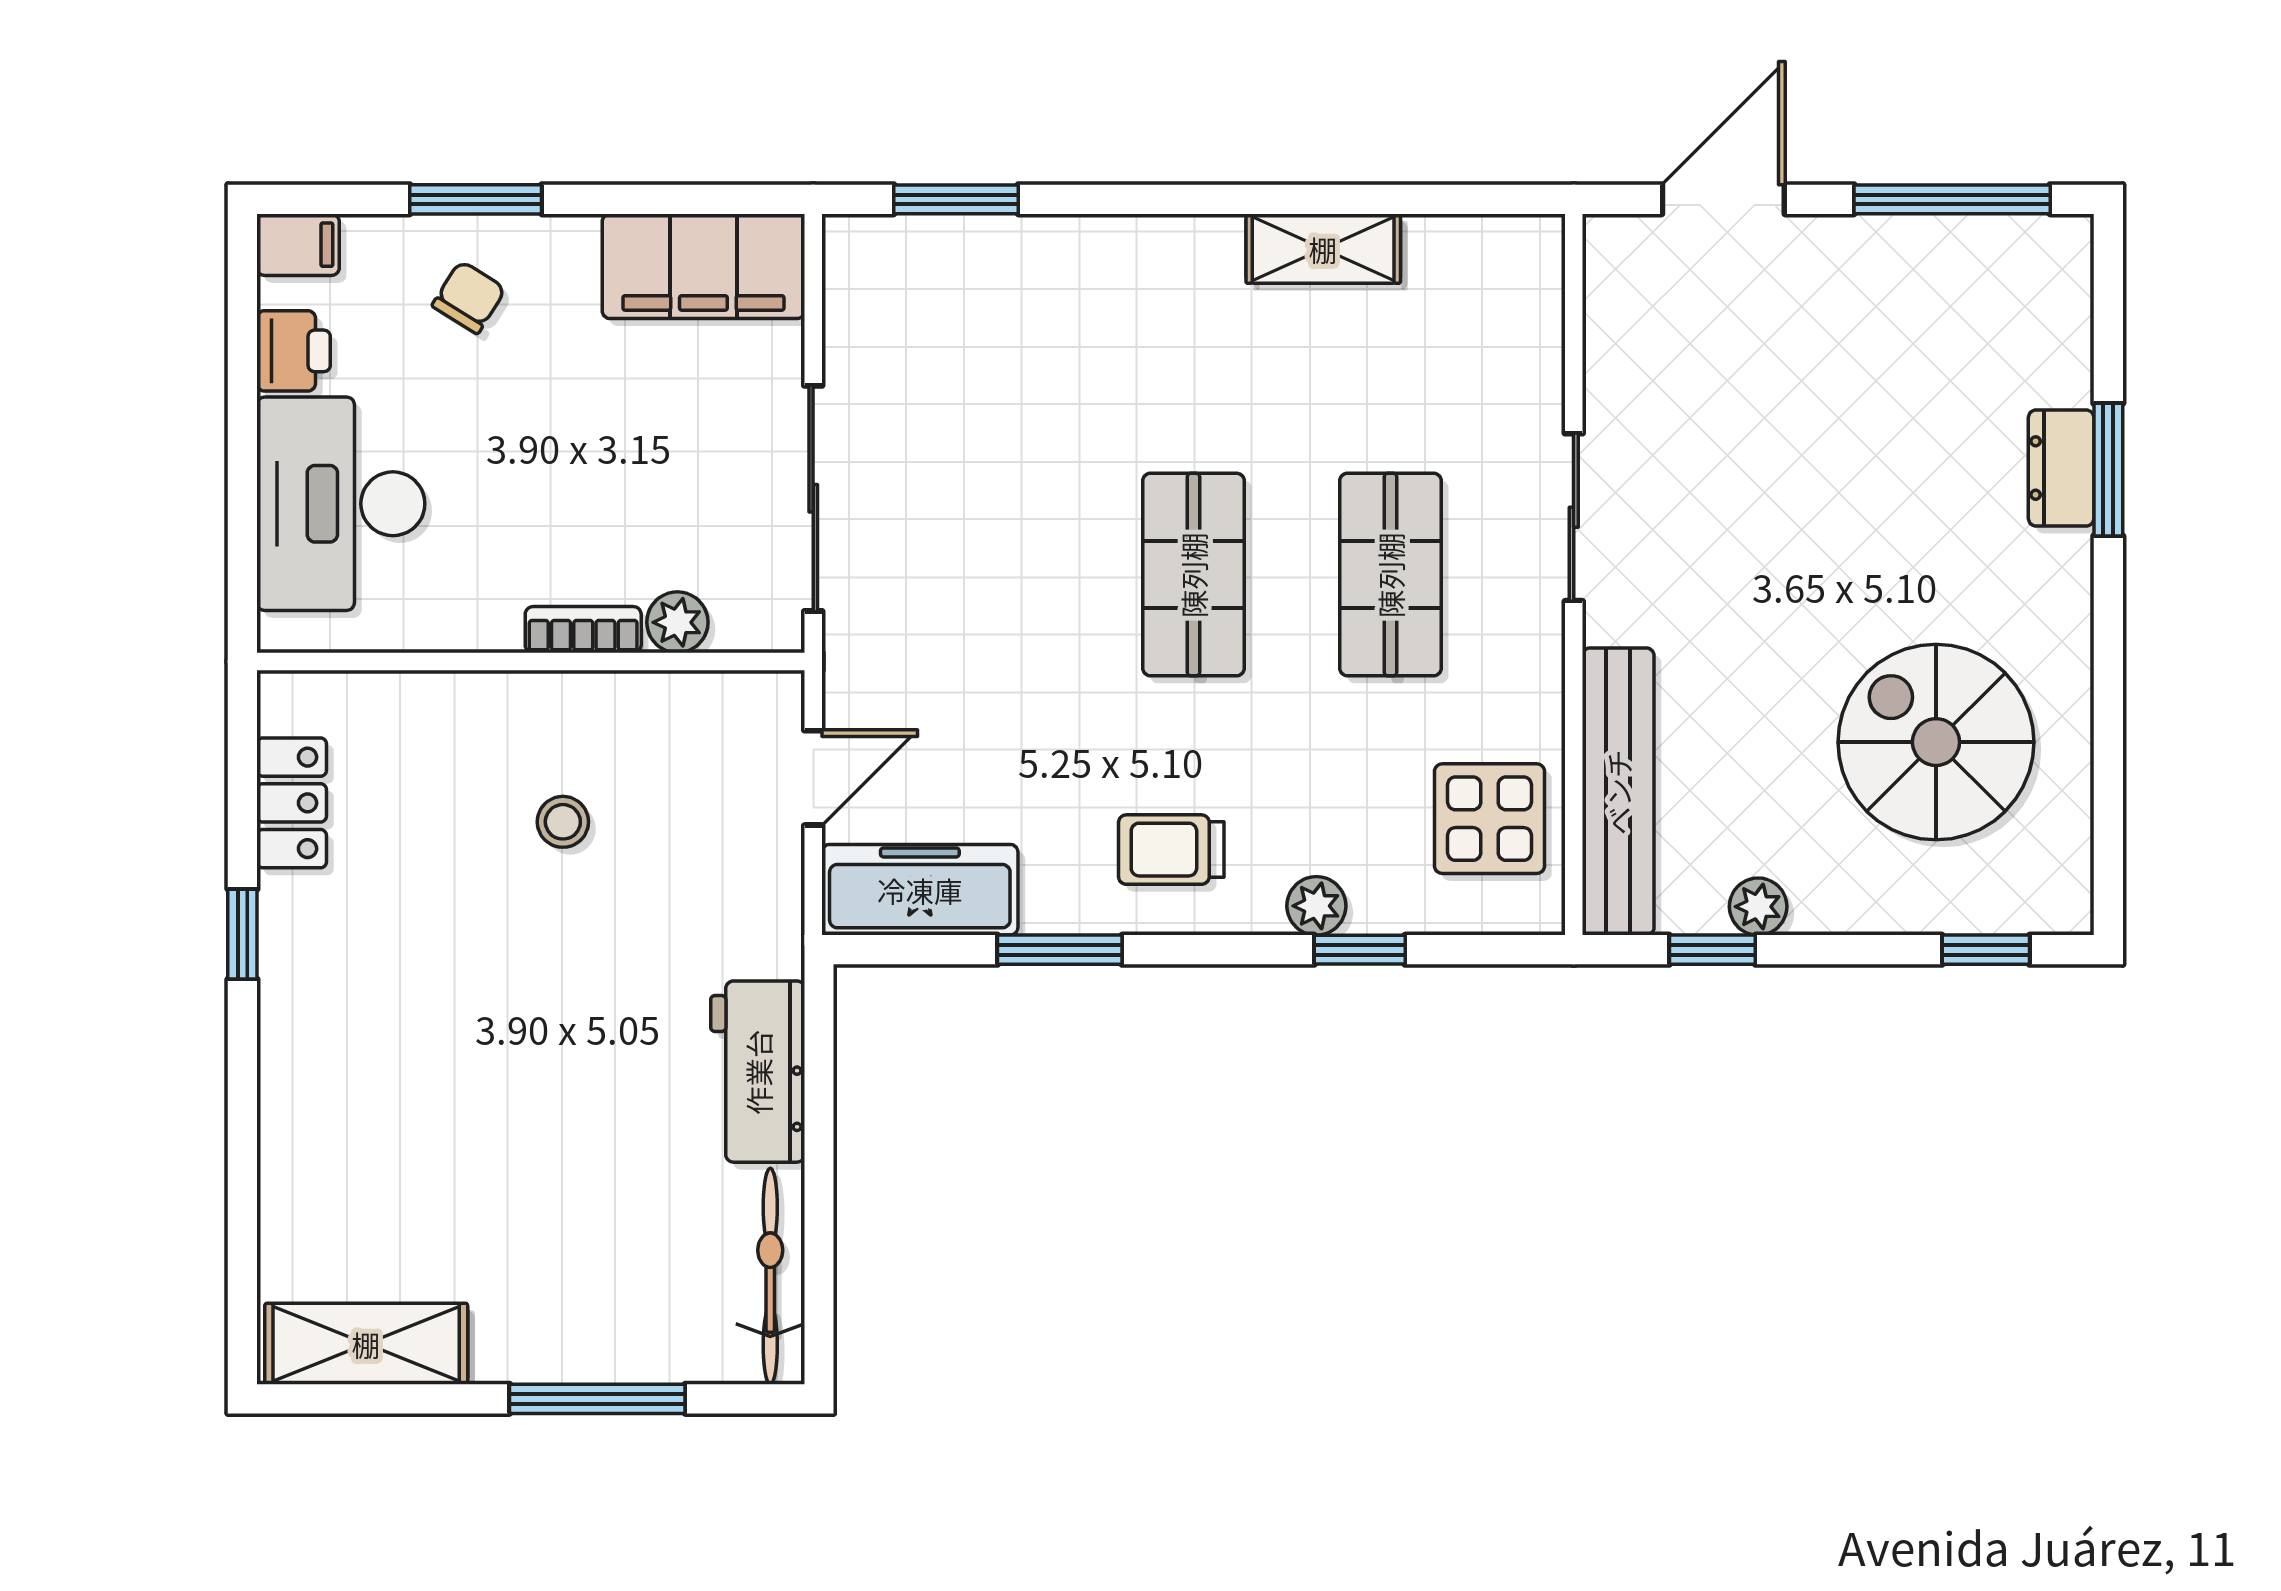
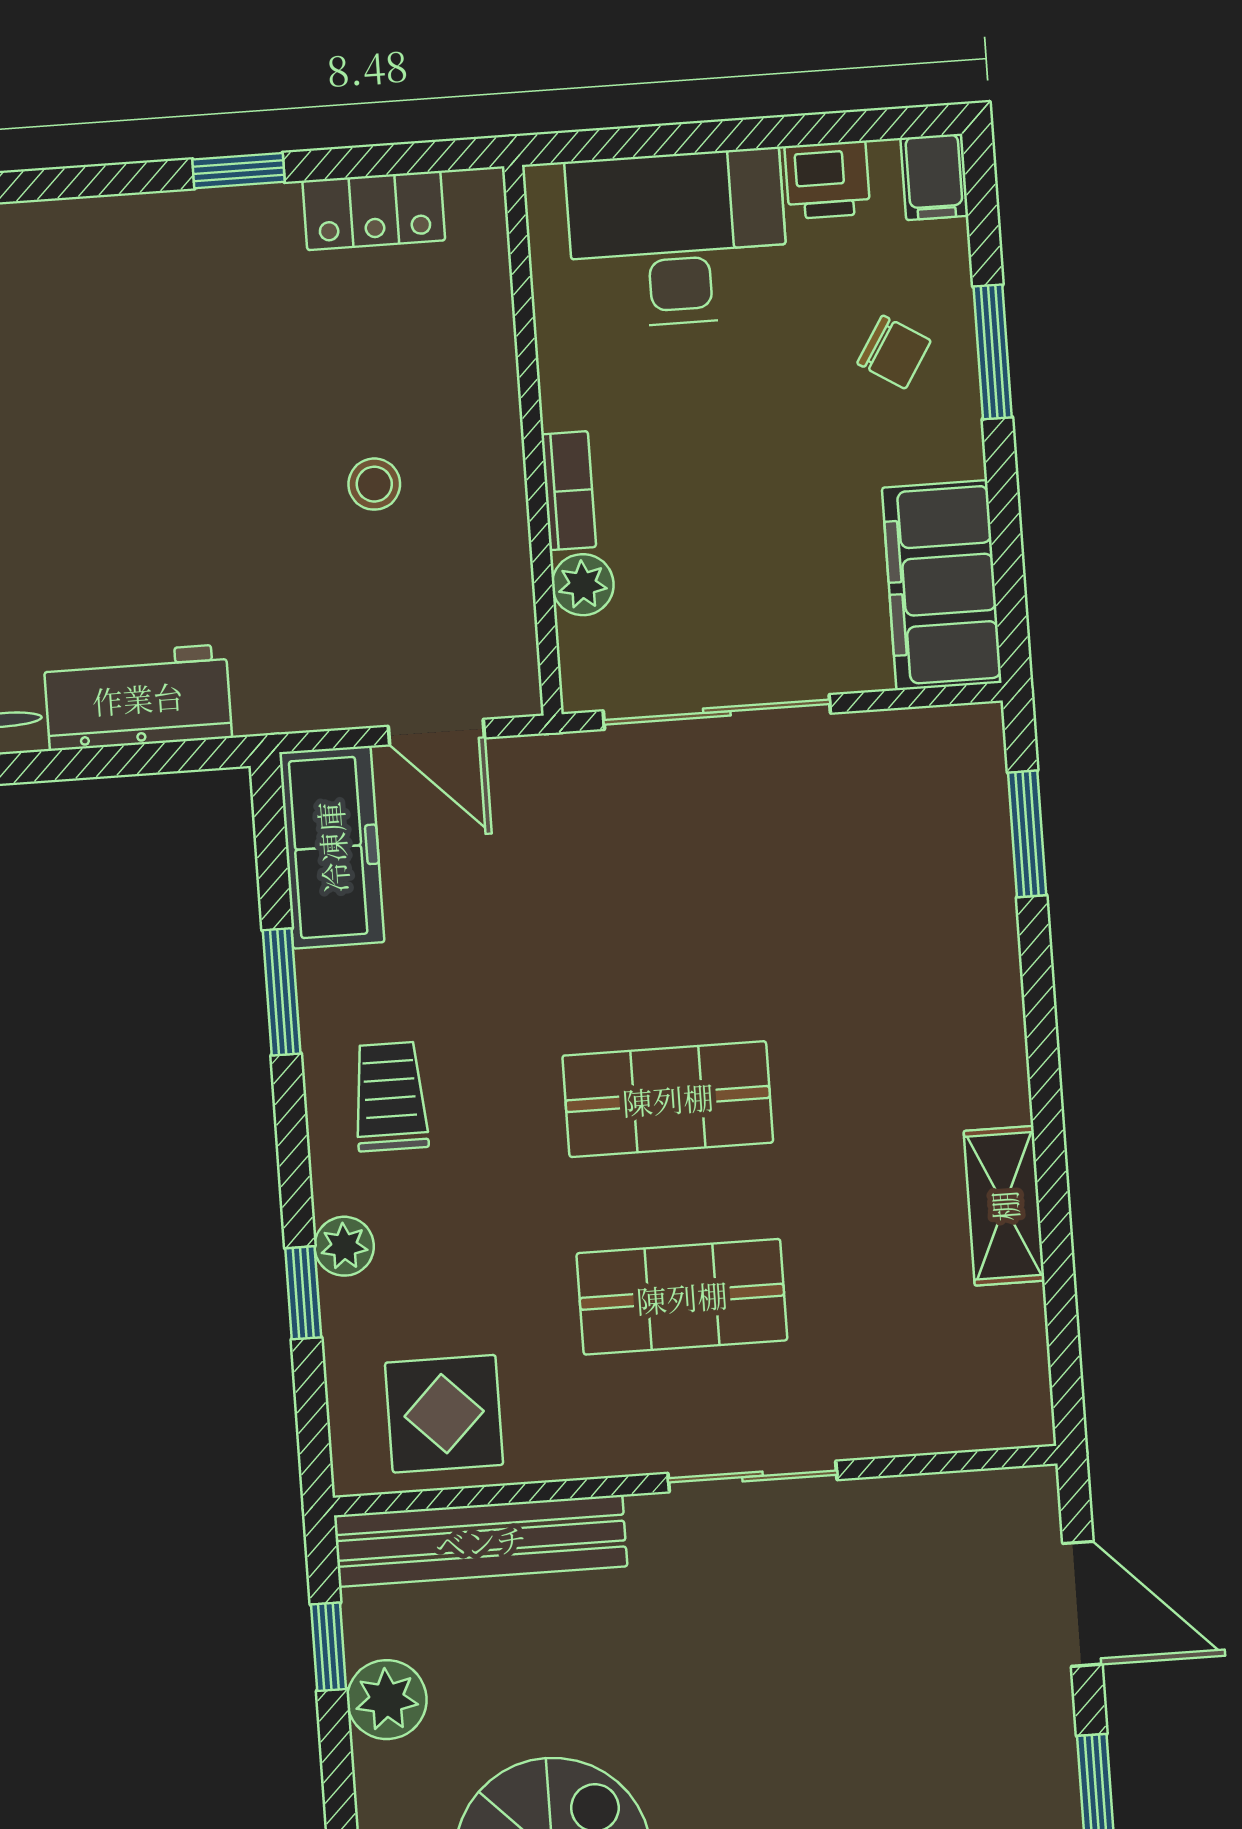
plant: (1758, 907) -> (387, 1700), width x1.38, depth x1.38

